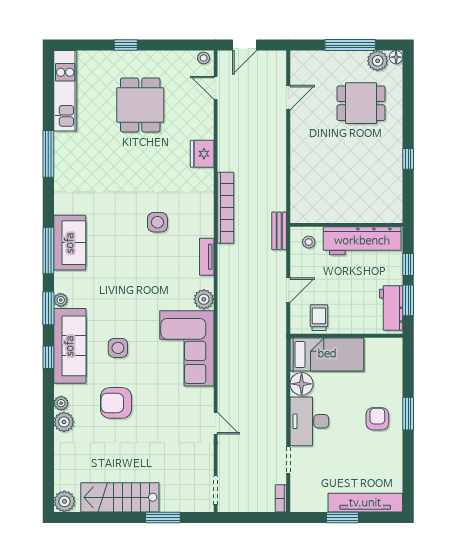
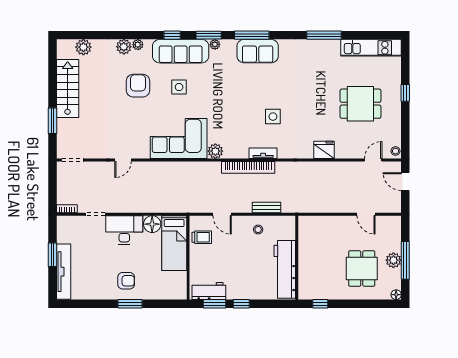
plant: (378, 61) -> (393, 260), moved
bookcase: (225, 208) -> (248, 167), moved
wall: (346, 225) -> (297, 258), moved
workbench: (362, 241) -> (285, 269), moved
tv unit: (207, 257) -> (263, 153), moved
plant: (64, 501) -> (83, 47), moved

